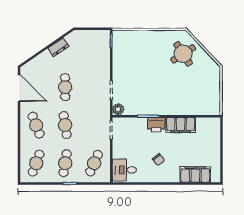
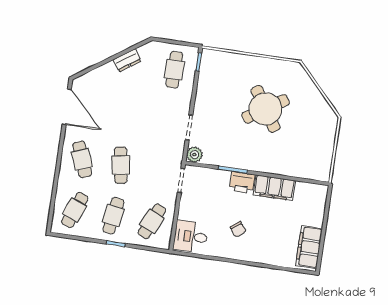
round table: (183, 54) -> (266, 109), moved, width x1.36, depth x1.36
cafe table: (65, 87) -> (174, 70), moved
filing cabinet: (195, 175) -> (309, 247), moved, turned -90

